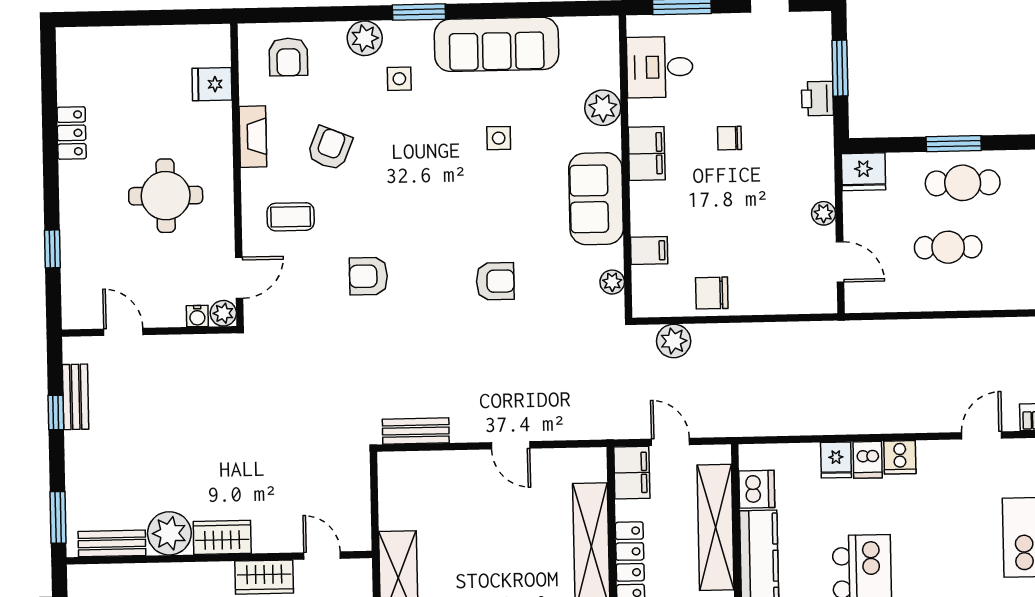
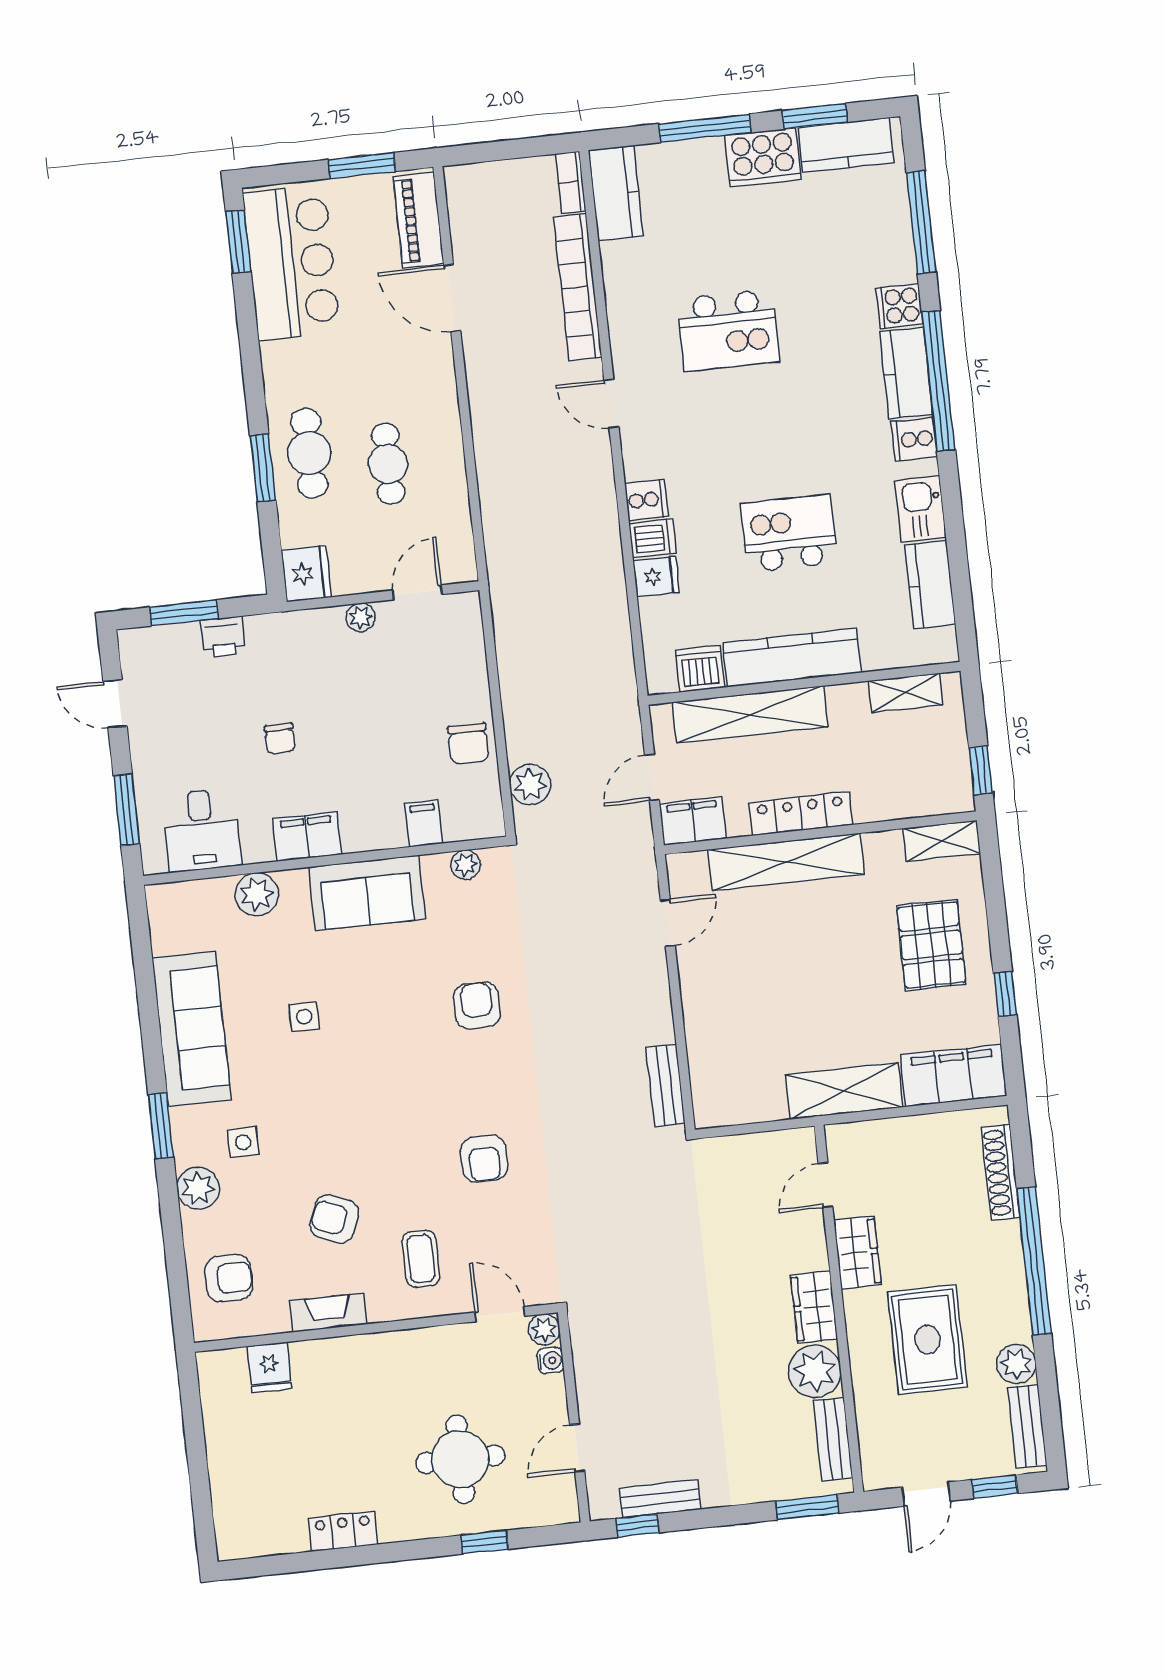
round table: (166, 196) -> (460, 1459), moved
window: (56, 413) -> (638, 1525), moved
door: (511, 445) -> (668, 923), moved

